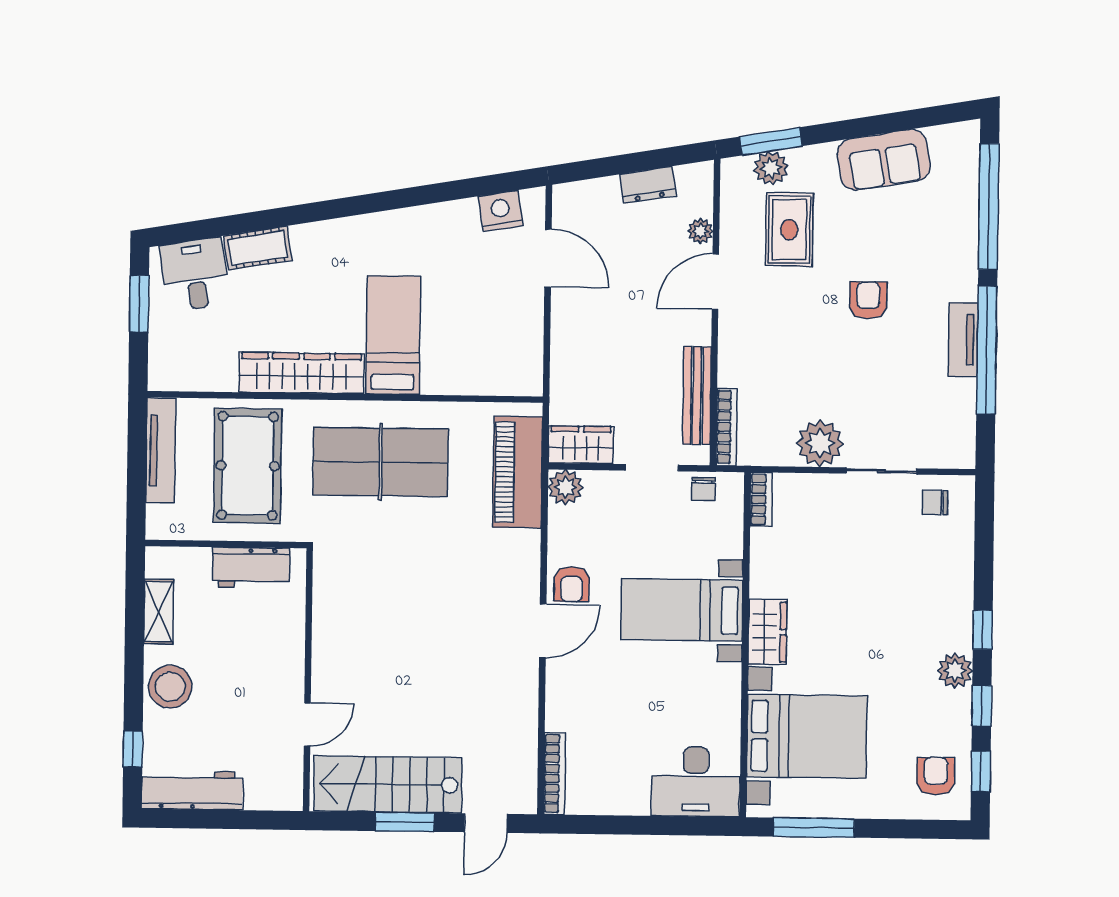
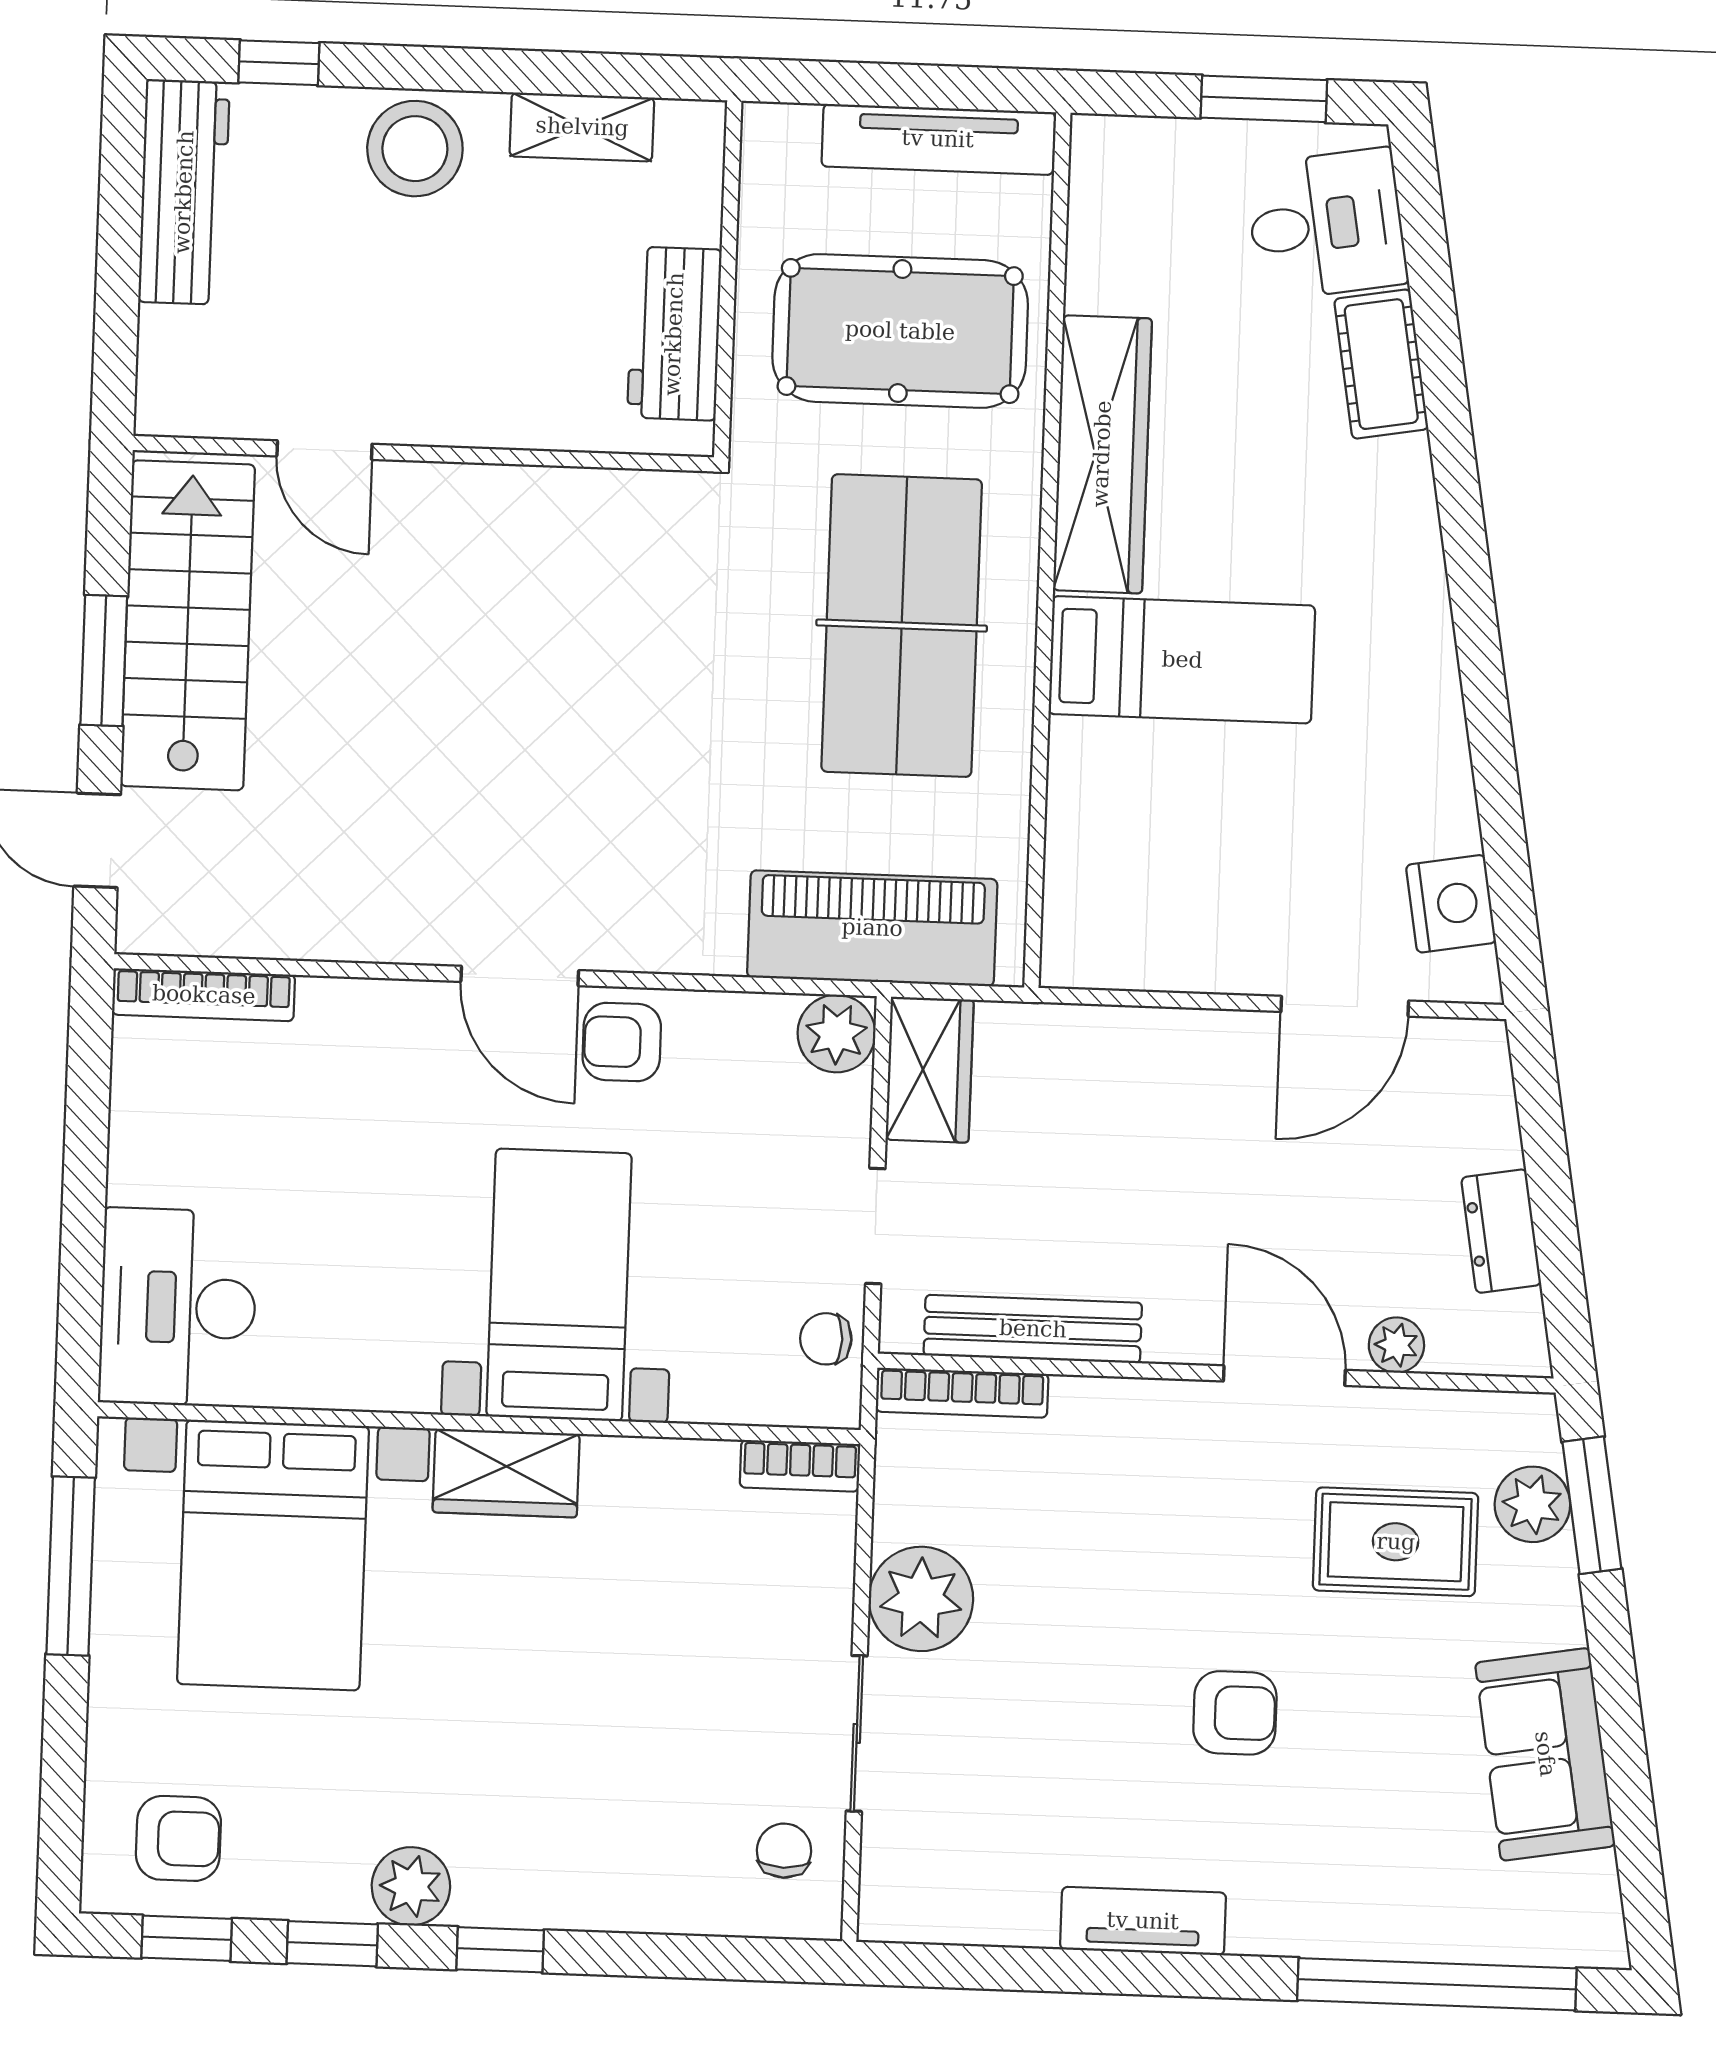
window: (987, 350) -> (1119, 1973), removed

